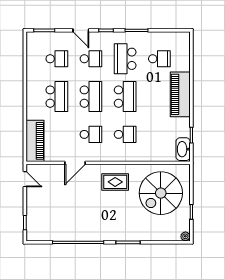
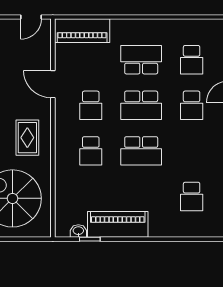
school desk: (125, 59) -> (192, 151), removed
piano: (180, 94) -> (118, 224), moved
school desk: (57, 97) -> (141, 60), turned 180
washbasin: (183, 149) -> (78, 231), width x0.52, depth x0.69

